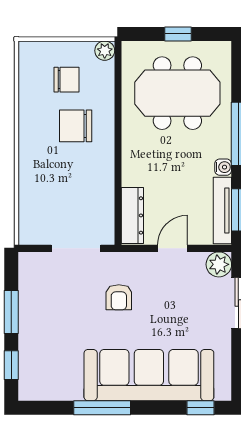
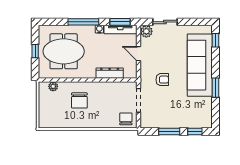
plant: (105, 51) -> (53, 86), moved
chair: (67, 80) -> (126, 119), moved
meeting table: (177, 93) -> (64, 51), turned 90
dresser: (132, 215) -> (110, 73), moved
window: (102, 408) -> (215, 88), width x0.69

